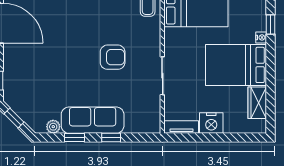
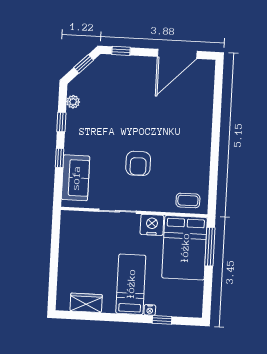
bed: (236, 65) -> (131, 284), width x0.67
sofa: (93, 120) -> (76, 178), moved, width x0.73
nightstand: (211, 123) -> (152, 225), moved, turned 90
tv unit: (182, 127) -> (66, 227), removed

